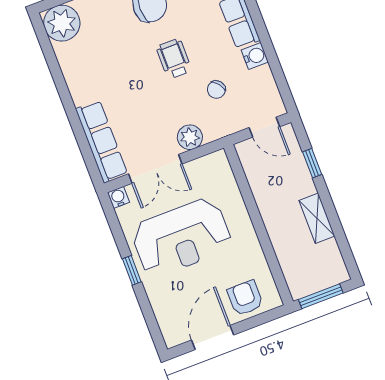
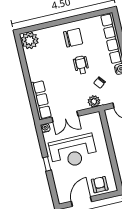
plant: (190, 137) -> (94, 101), moved

